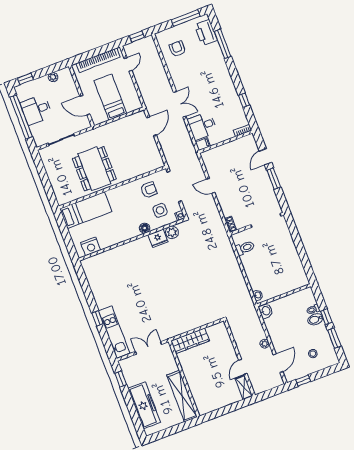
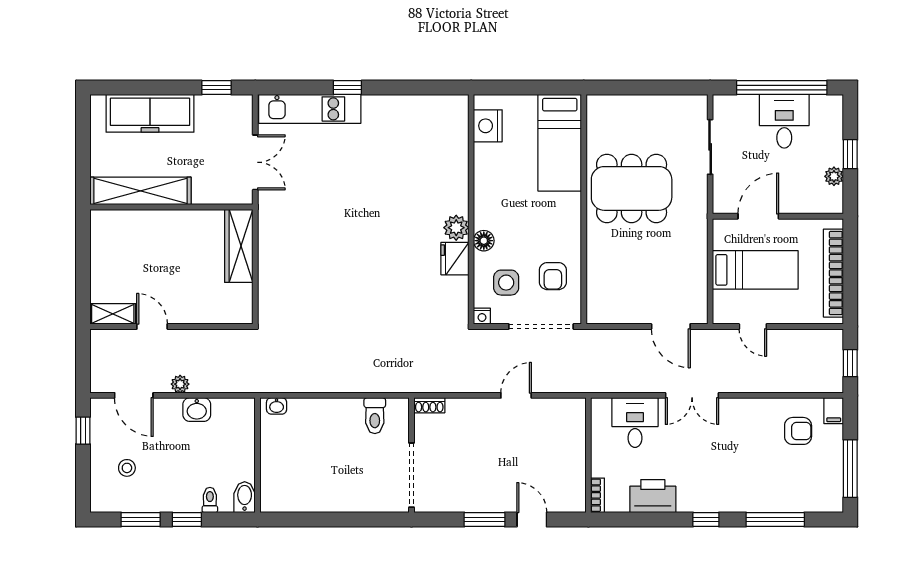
printer: (206, 33) -> (653, 496), moved
door: (128, 65) -> (753, 326), moved
window: (25, 79) -> (850, 154), moved
window: (244, 100) -> (706, 519), moved
filing cabinet: (203, 144) -> (834, 411), moved
plant: (172, 232) -> (456, 228), moved
washbasin: (266, 311) -> (197, 410), moved
bidet: (315, 319) -> (245, 497), moved

